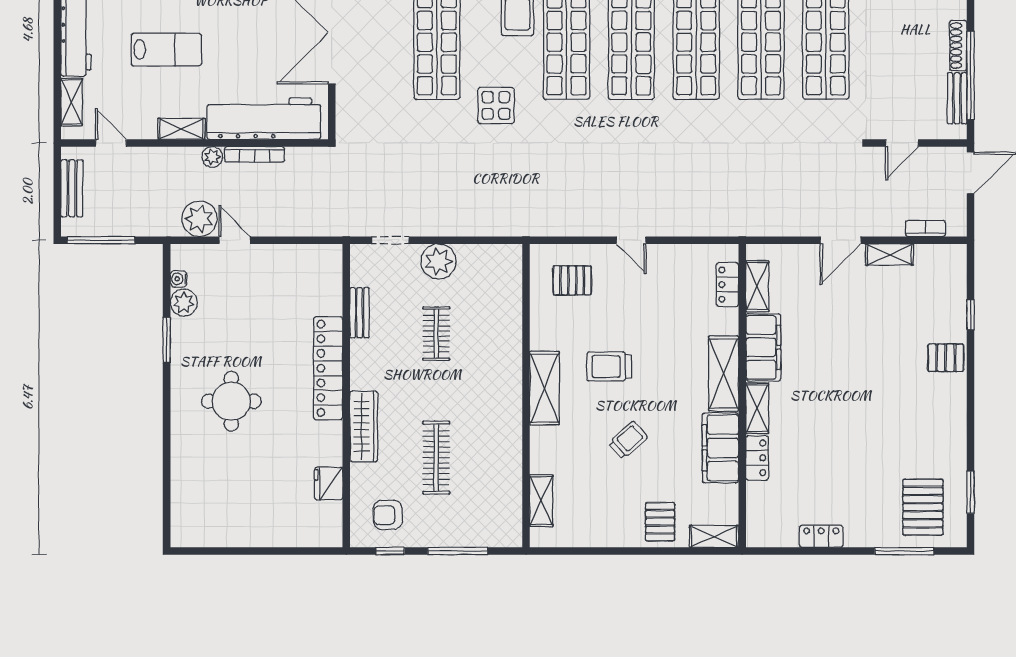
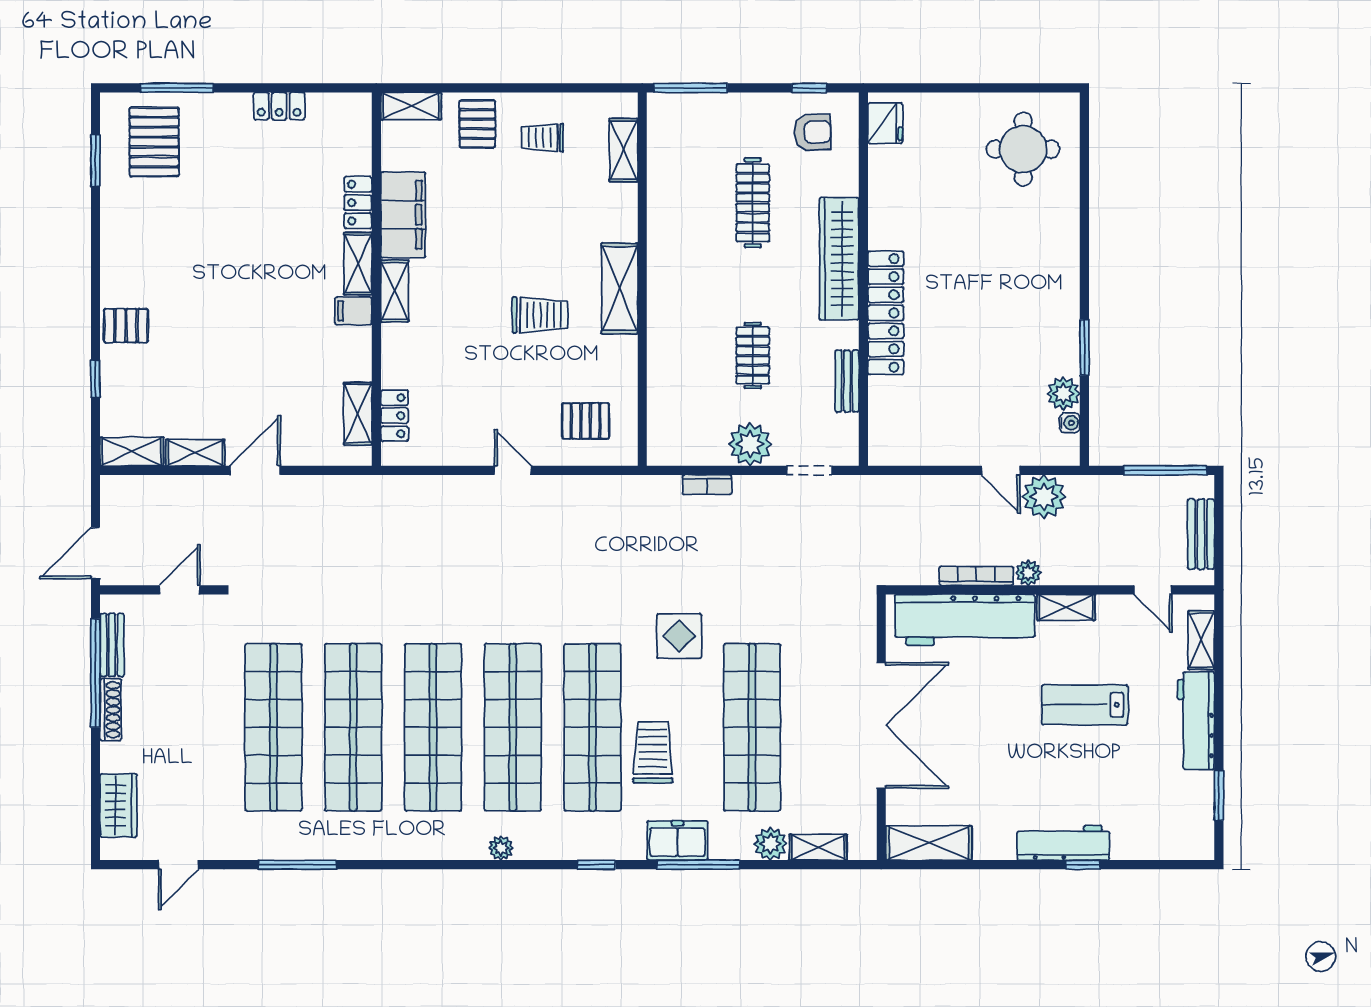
bookcase: (926, 228) -> (707, 485), moved
shelving: (941, 255) -> (132, 452), added
filing cabinet: (763, 347) -> (353, 311), width x0.33, depth x0.86
shelving: (724, 374) -> (395, 291), width x0.67, depth x0.75
round table: (231, 401) -> (1023, 149), moved
wardrobe: (364, 426) -> (839, 259), width x1.40, depth x1.17
trolley: (628, 440) -> (542, 138), moved, turned 42
fridge: (329, 483) -> (885, 123), moved
window: (458, 551) -> (691, 88), moved

